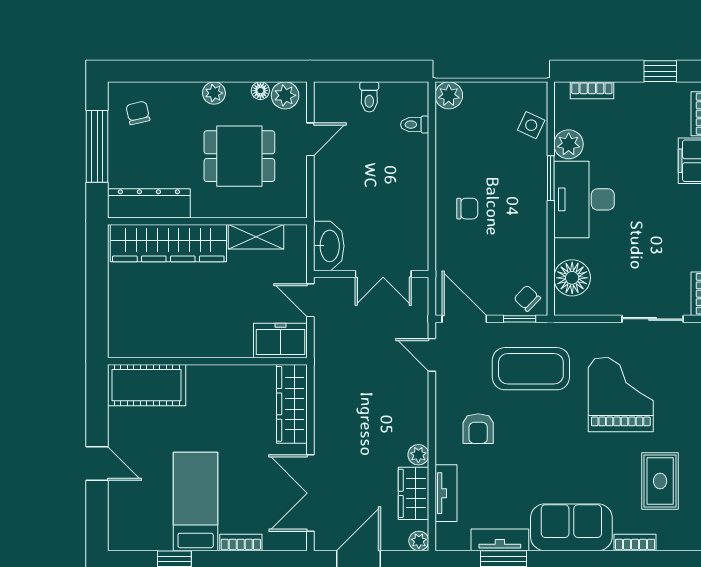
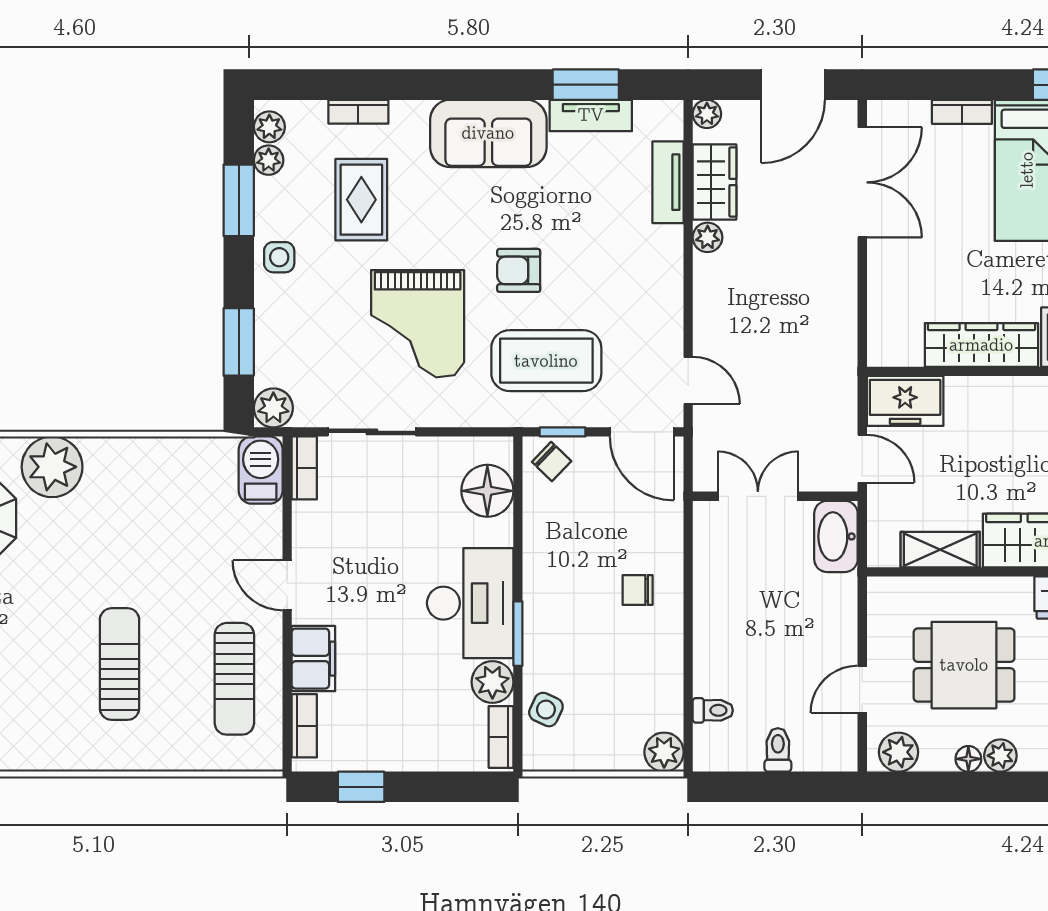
bookcase: (592, 90) -> (501, 737), moved, turned -90
floor lamp: (260, 91) -> (968, 759), moved
wardrobe: (292, 404) -> (981, 345), moved, turned -90
armchair: (478, 429) -> (519, 270), moved, turned -90
bookcase: (635, 542) -> (358, 112), moved

